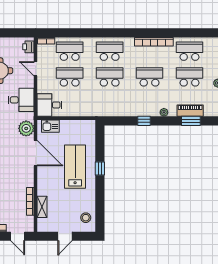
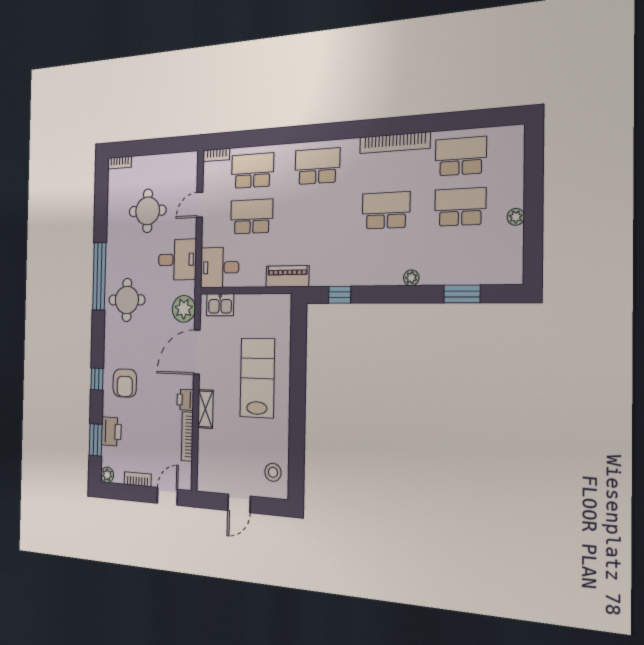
printer: (28, 47) -> (185, 400), moved
door: (36, 69) -> (200, 205), hinge flipped
school desk: (110, 77) -> (317, 214), removed
piano: (190, 111) -> (287, 276), moved
window: (144, 121) -> (340, 295), moved
door: (36, 153) -> (197, 352), swing flipped
window: (100, 169) -> (298, 383), removed
shelving: (42, 207) -> (205, 409), moved
door: (18, 236) -> (167, 496), swing flipped

